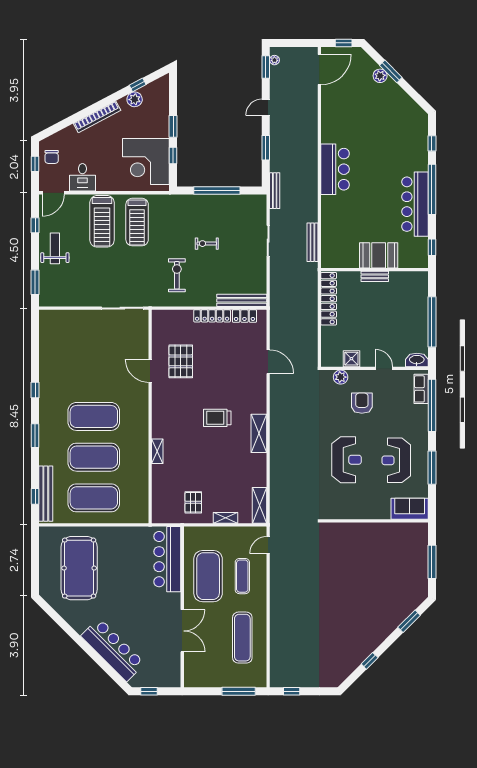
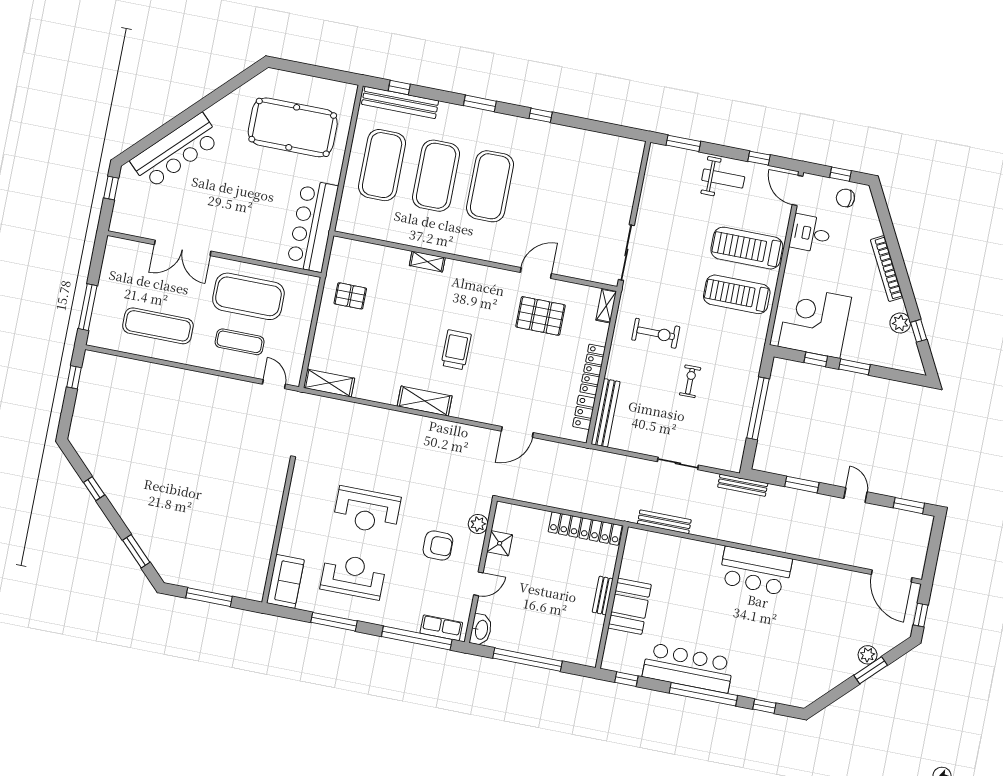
plant: (274, 60) -> (916, 519), removed
shelving: (226, 518) -> (606, 306), moved
bar counter: (167, 559) -> (312, 226), moved, turned -90

